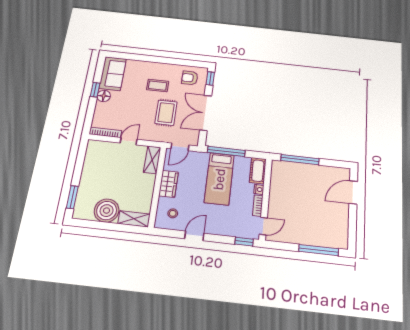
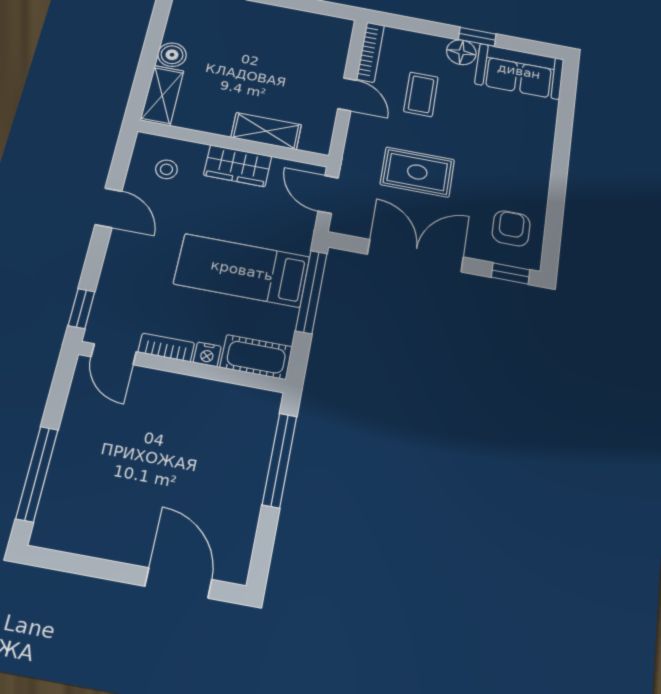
coffee table: (158, 86) -> (421, 94), moved
shelving: (152, 160) -> (266, 131), moved
boiler: (107, 211) -> (172, 55), width x0.54, depth x0.54

